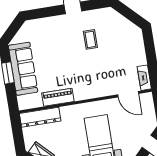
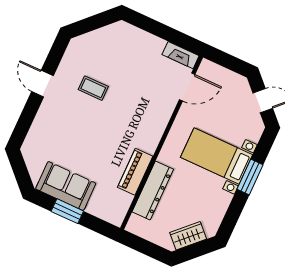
sofa: (23, 69) -> (66, 186), width x0.73
dresser: (40, 117) -> (153, 190), moved

